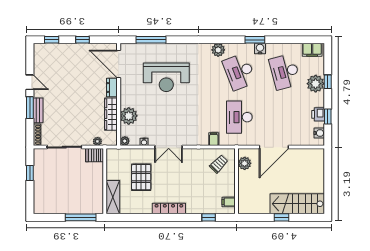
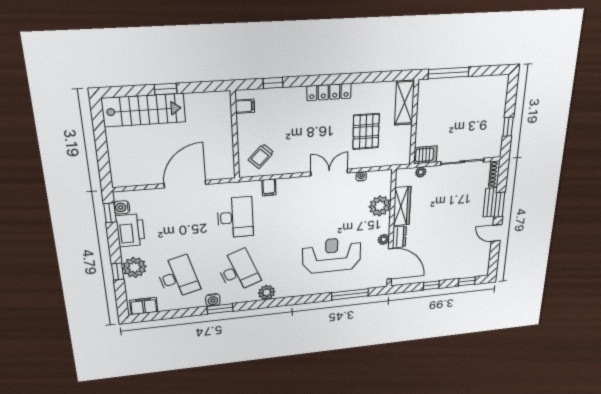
printer: (318, 114) -> (131, 230), width x1.87, depth x1.48
window: (328, 116) -> (110, 213), moved
plant: (125, 141) -> (384, 239), moved
plant: (245, 163) -> (225, 160), removed

